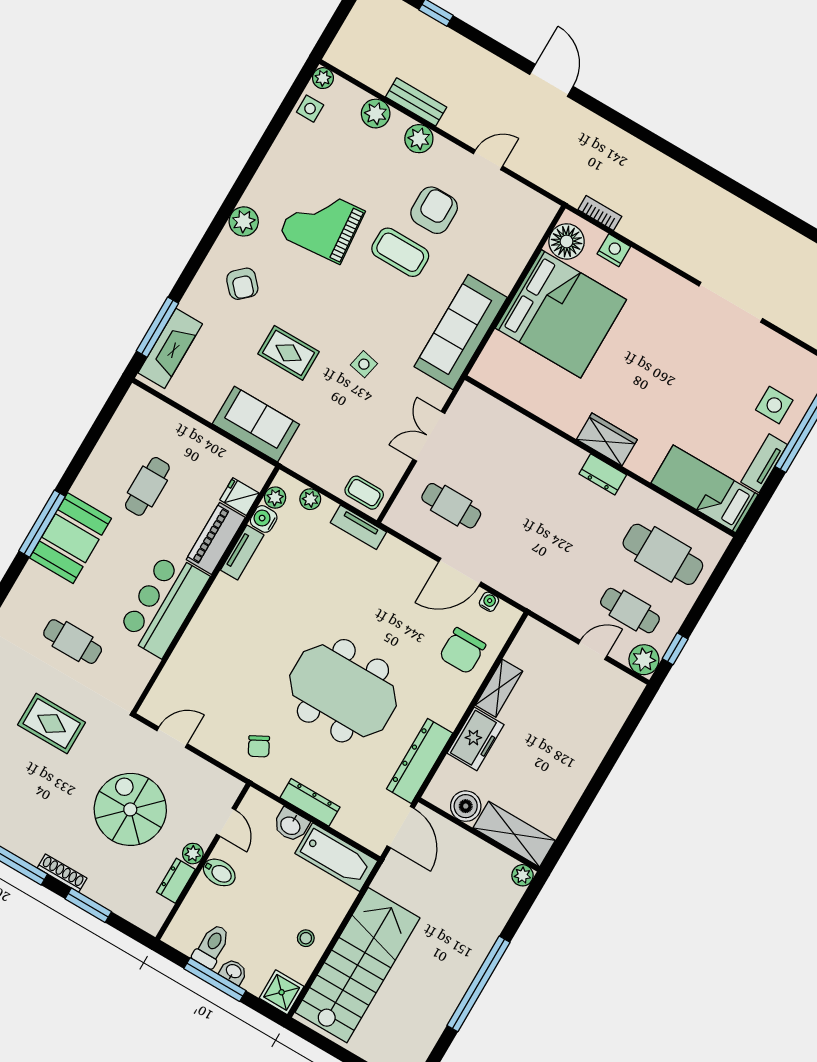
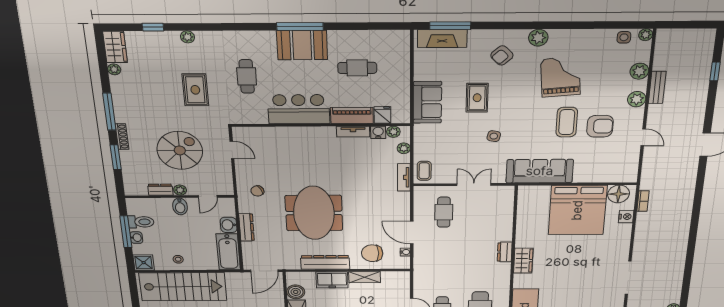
dresser: (603, 474) -> (505, 252), moved
dresser: (420, 761) -> (325, 262), moved

